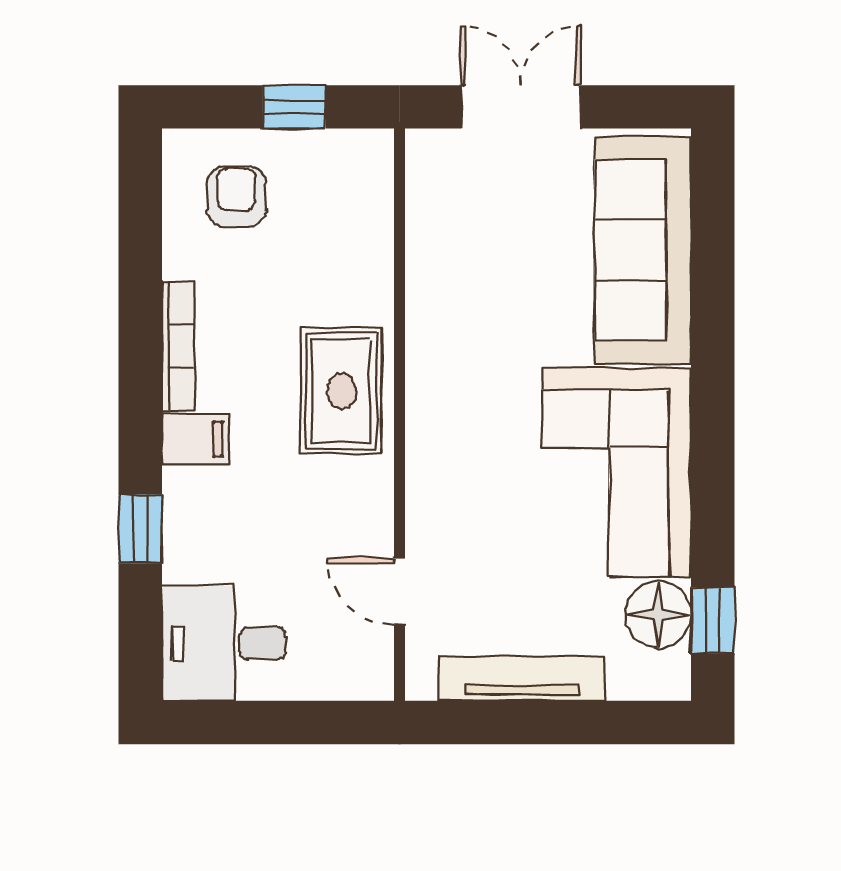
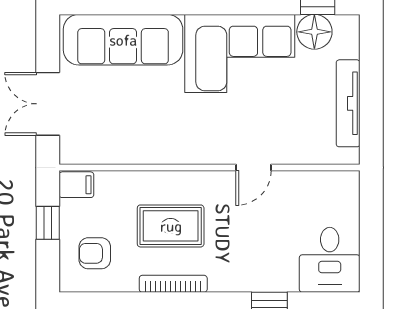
rug: (341, 391) -> (171, 226), moved
filing cabinet: (195, 439) -> (76, 185), moved, turned 90
door: (400, 592) -> (254, 168), moved

